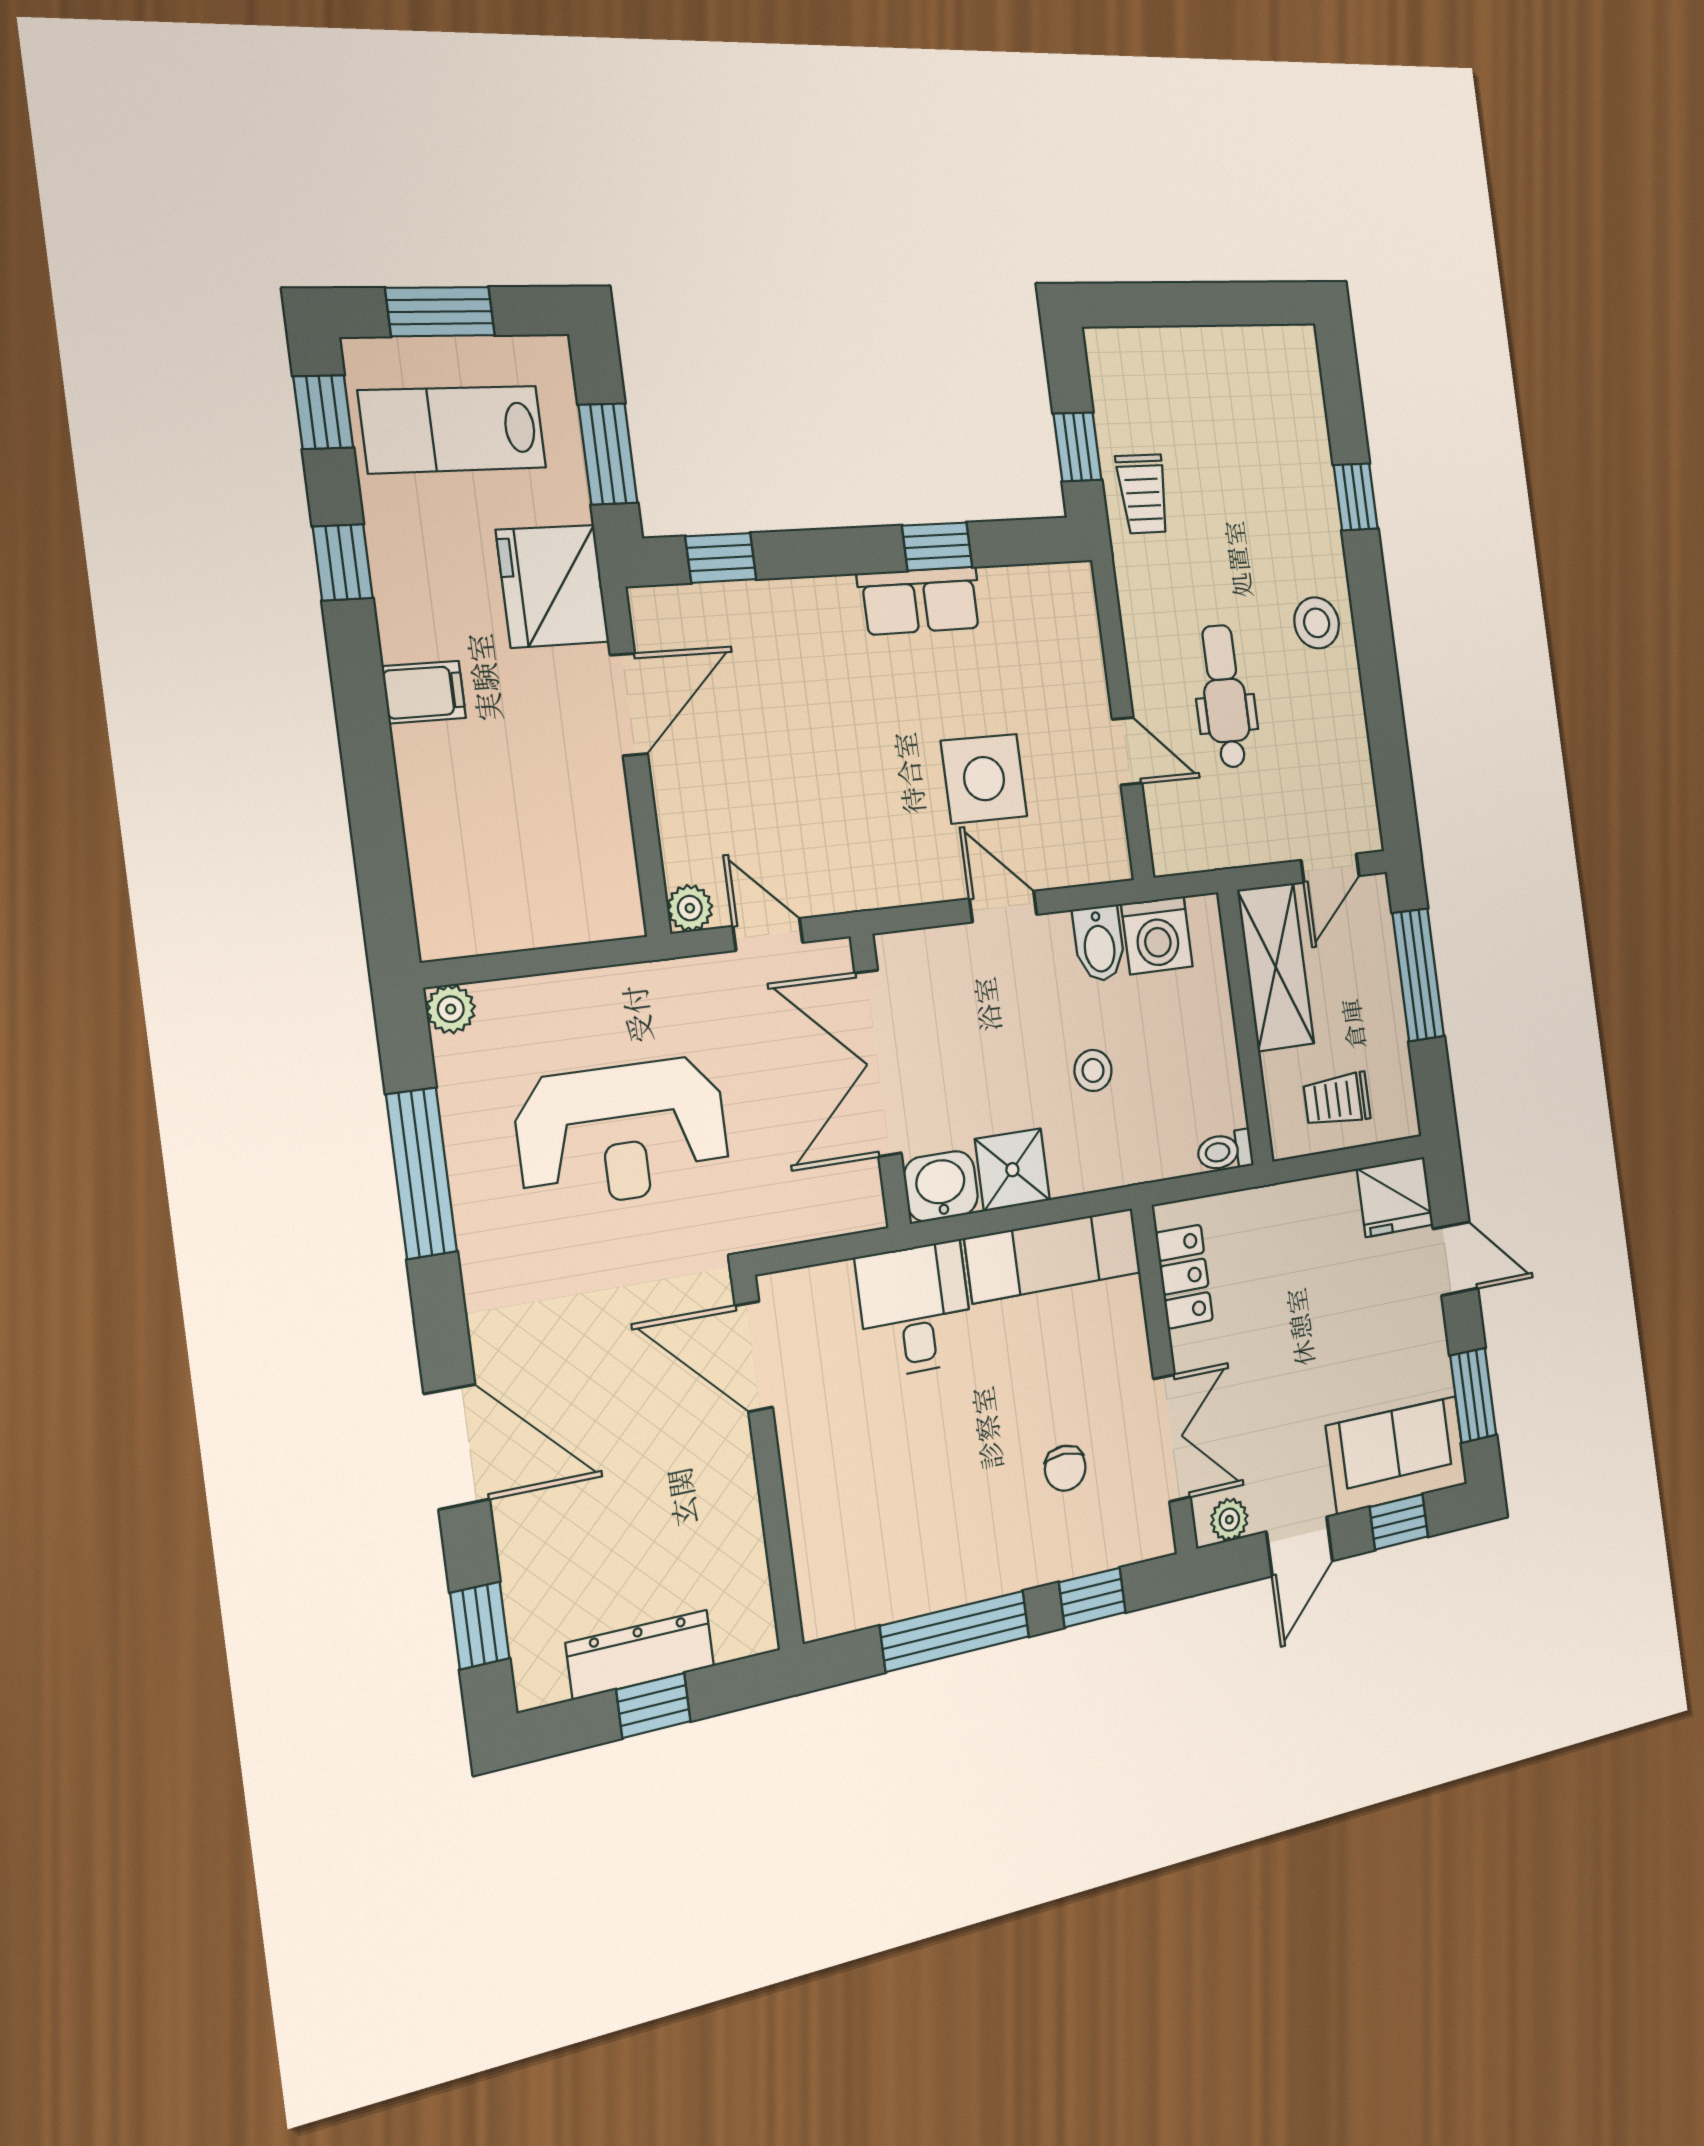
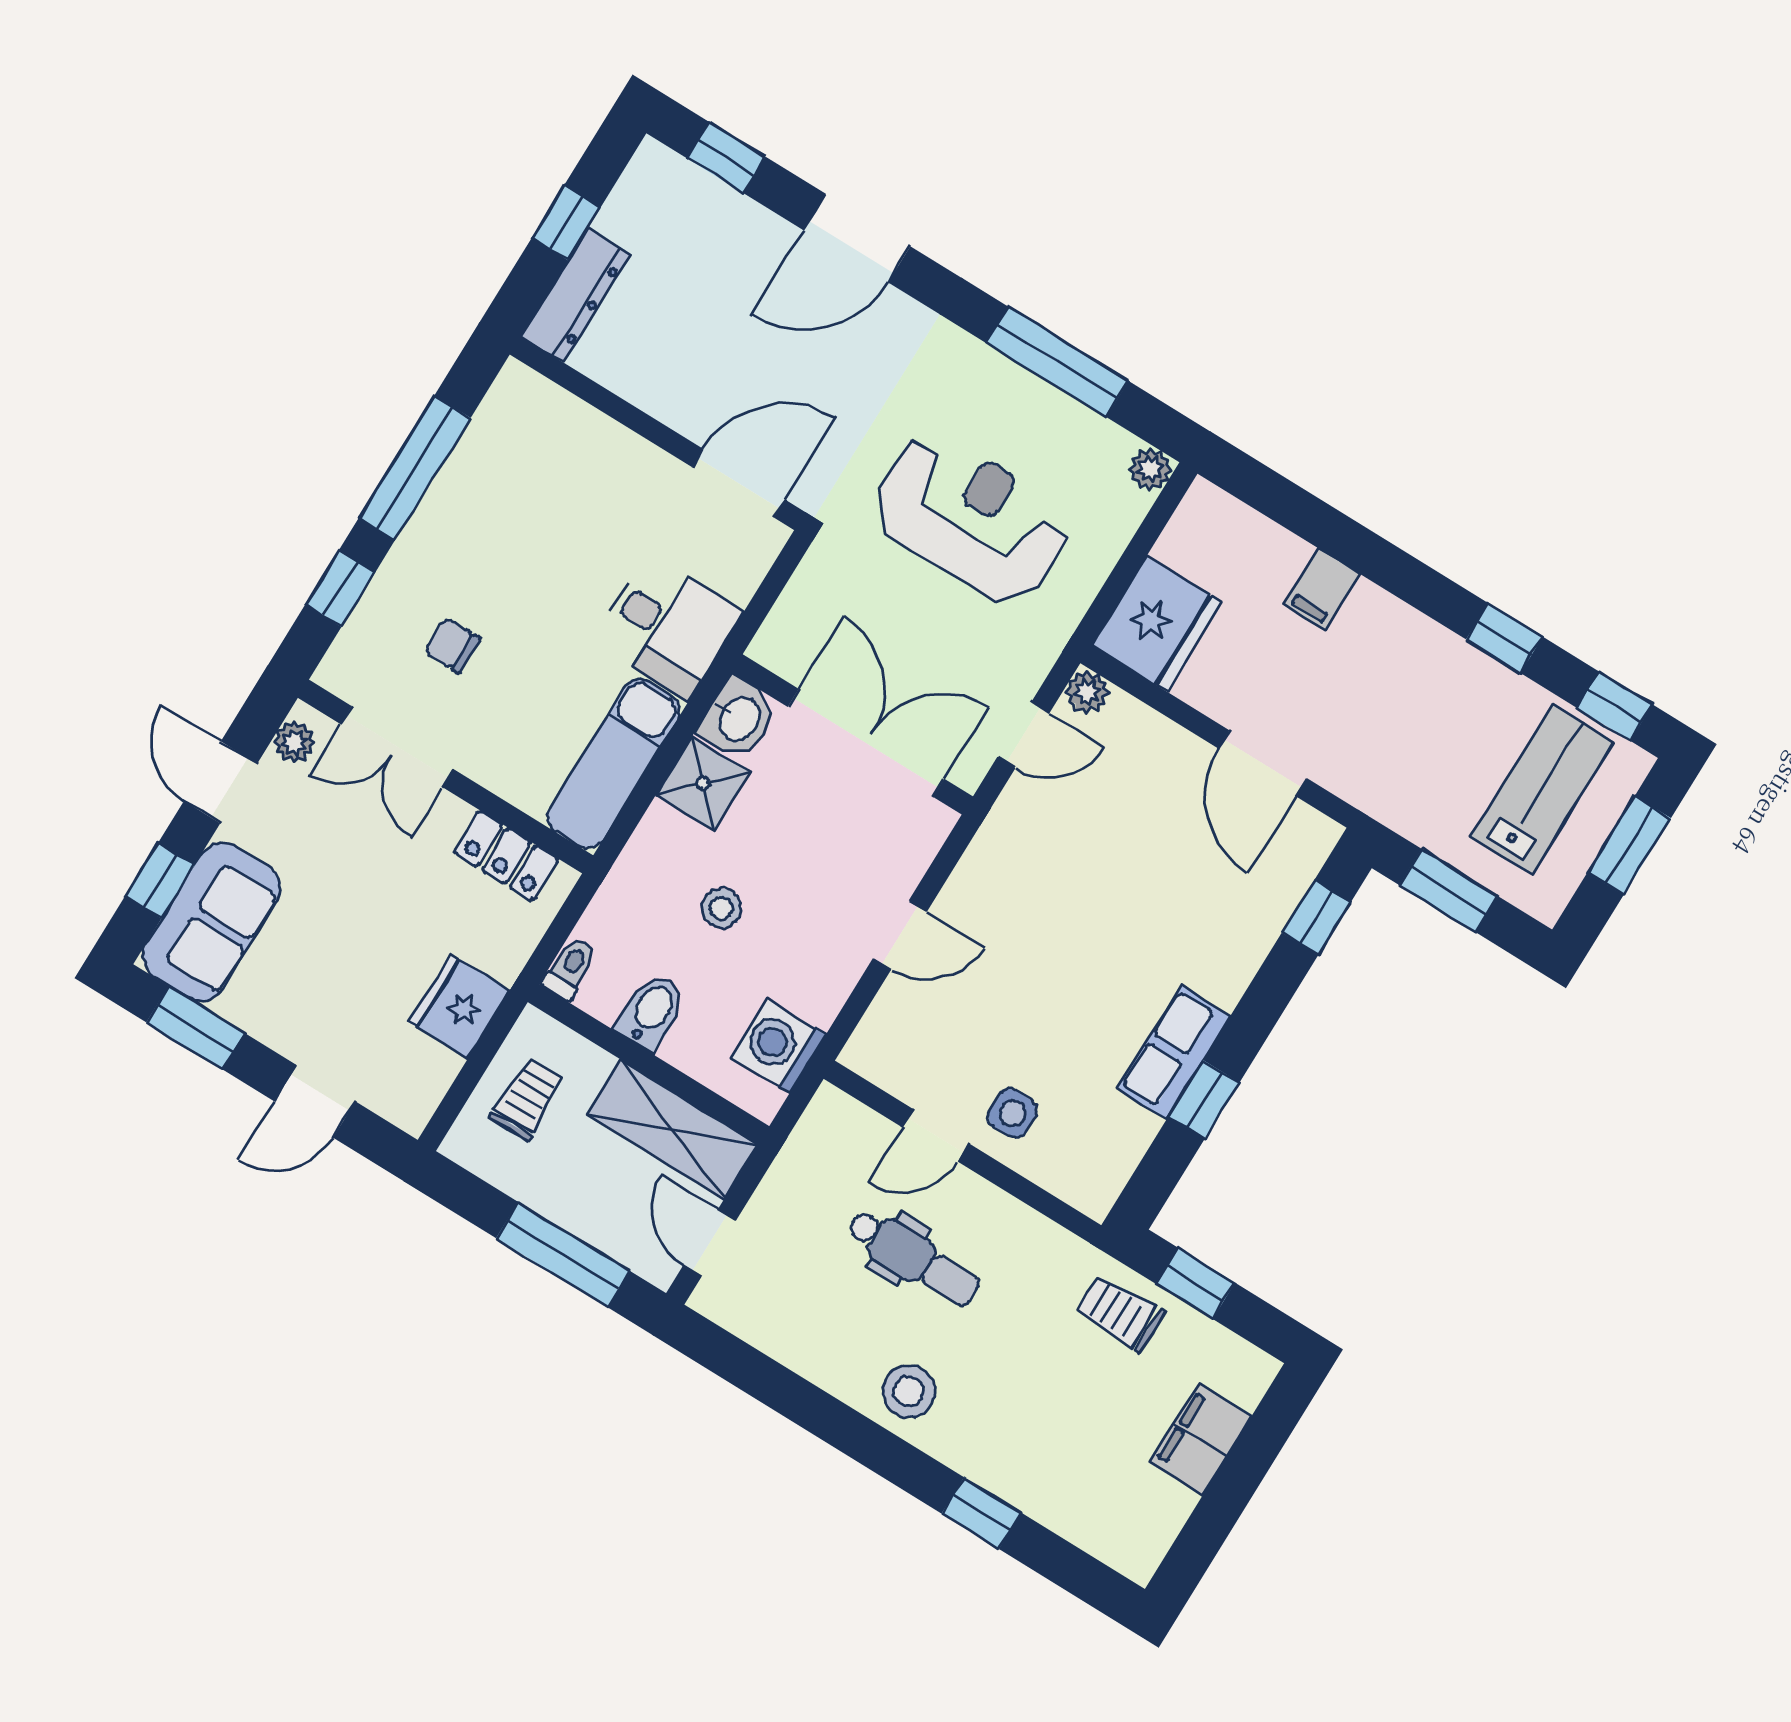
filing cabinet: (1184, 357) -> (1200, 1439), added
fridge: (553, 586) -> (1157, 624), moved, turned 90
filing cabinet: (424, 692) -> (1321, 589), moved
side table: (984, 779) -> (1013, 1113), moved, width x0.54, depth x0.54
bidet: (1099, 944) -> (651, 1012), moved, turned 90
reception desk: (623, 1133) -> (971, 518), turned 90
fridge: (1395, 1197) -> (459, 1006), moved
dresser: (640, 1655) -> (576, 295), moved

